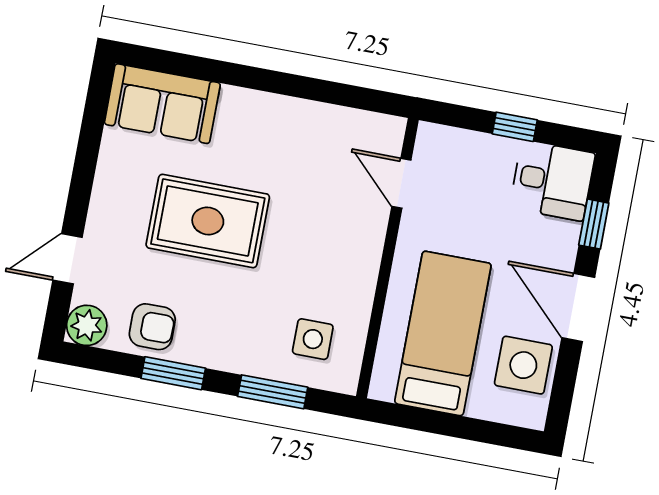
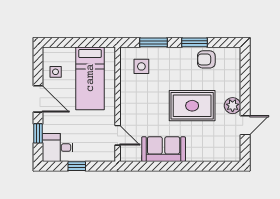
sofa: (162, 104) -> (164, 149), moved
door: (68, 259) -> (245, 125), moved
plant: (87, 325) -> (233, 106), moved
side table: (523, 365) -> (56, 72), width x0.54, depth x0.54

